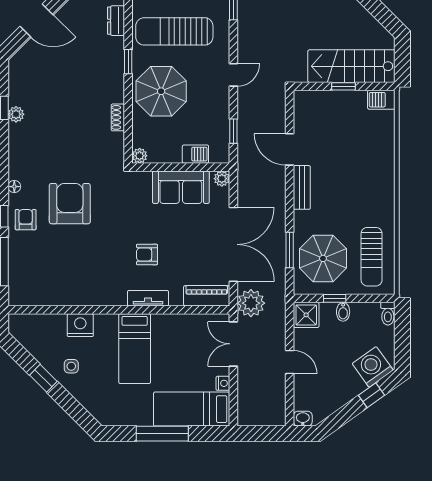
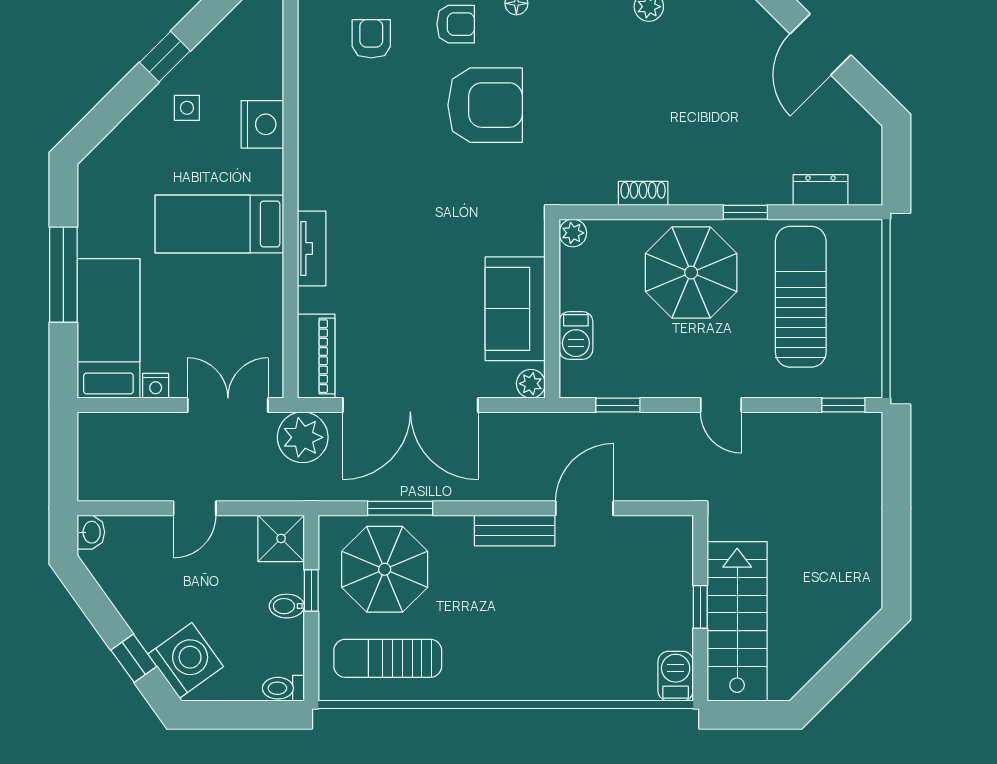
armchair: (147, 255) -> (371, 39), moved

